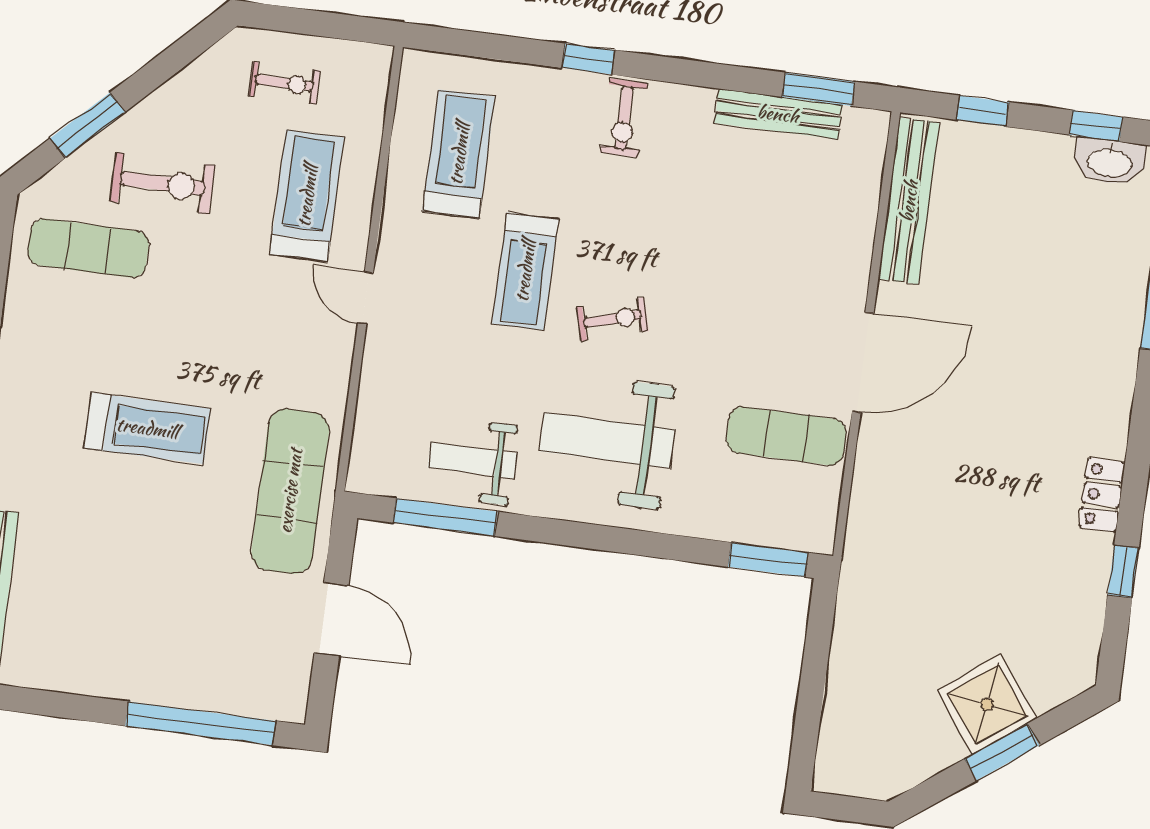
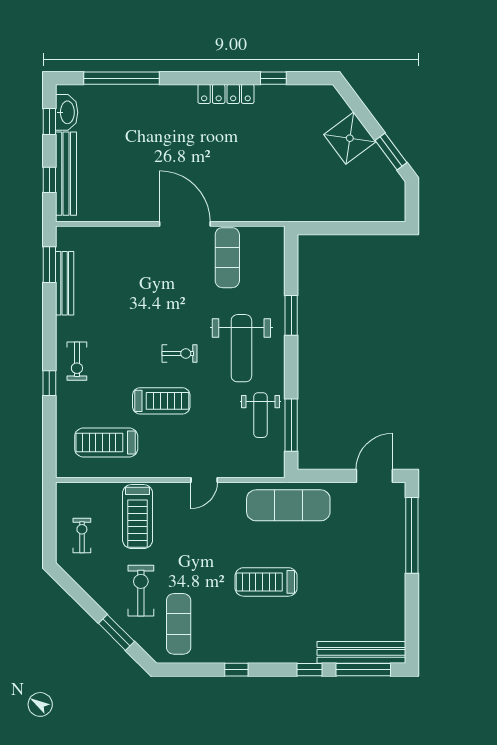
exercise bike: (624, 118) -> (77, 361), turned 90
treadmill: (307, 196) -> (138, 517), turned -90
bench: (909, 201) -> (66, 174), moved, turned 90
door: (366, 298) -> (204, 480), moved
exercise bike: (613, 319) -> (180, 353), turned 106
treadmill: (147, 428) -> (266, 582), turned -90
locker: (1102, 495) -> (226, 94), width x1.53
window: (768, 560) -> (291, 315), moved
door: (331, 619) -> (374, 476), moved
window: (1002, 752) -> (391, 151), moved

